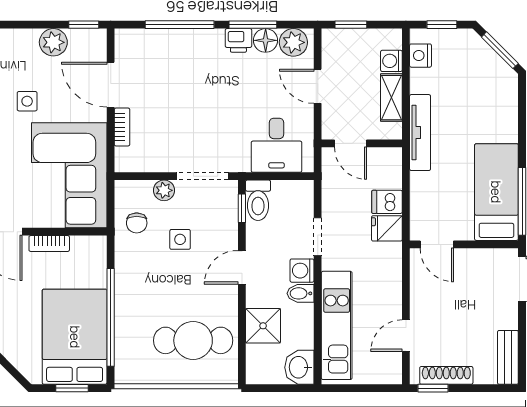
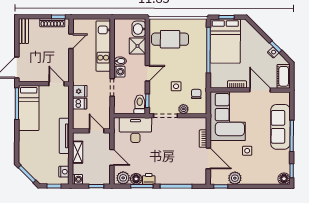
washing machine: (391, 61) -> (77, 179), moved
desk: (276, 145) -> (135, 130), width x1.37
washbasin: (299, 367) -> (139, 29), moved, turned 180

